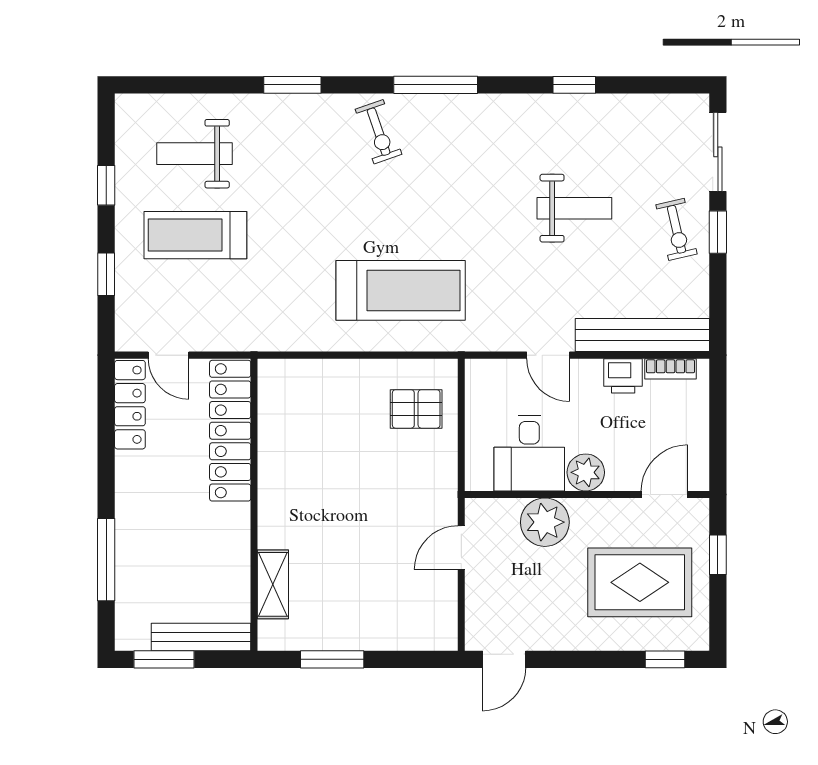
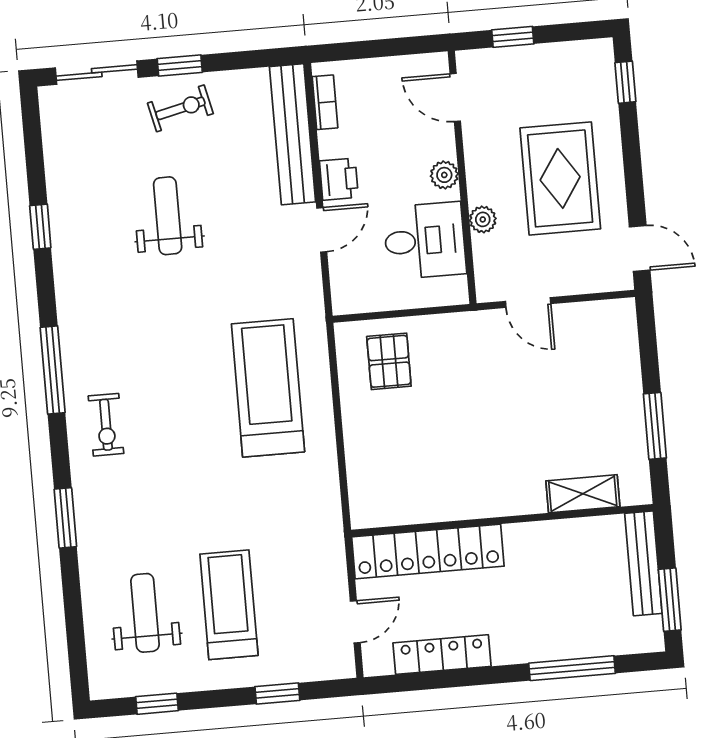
exercise bike: (379, 132) -> (106, 425), turned 109
weight bench: (195, 154) -> (145, 613), turned 180
window: (106, 185) -> (157, 704), moved
treadmill: (195, 235) -> (229, 605), turned 180
printer: (623, 376) -> (339, 179), moved
locker: (130, 405) -> (442, 655), moved
plant: (586, 472) -> (444, 175), width x0.73, depth x0.73
plant: (545, 522) -> (483, 219), width x0.53, depth x0.53
rug: (640, 582) -> (560, 178), moved

